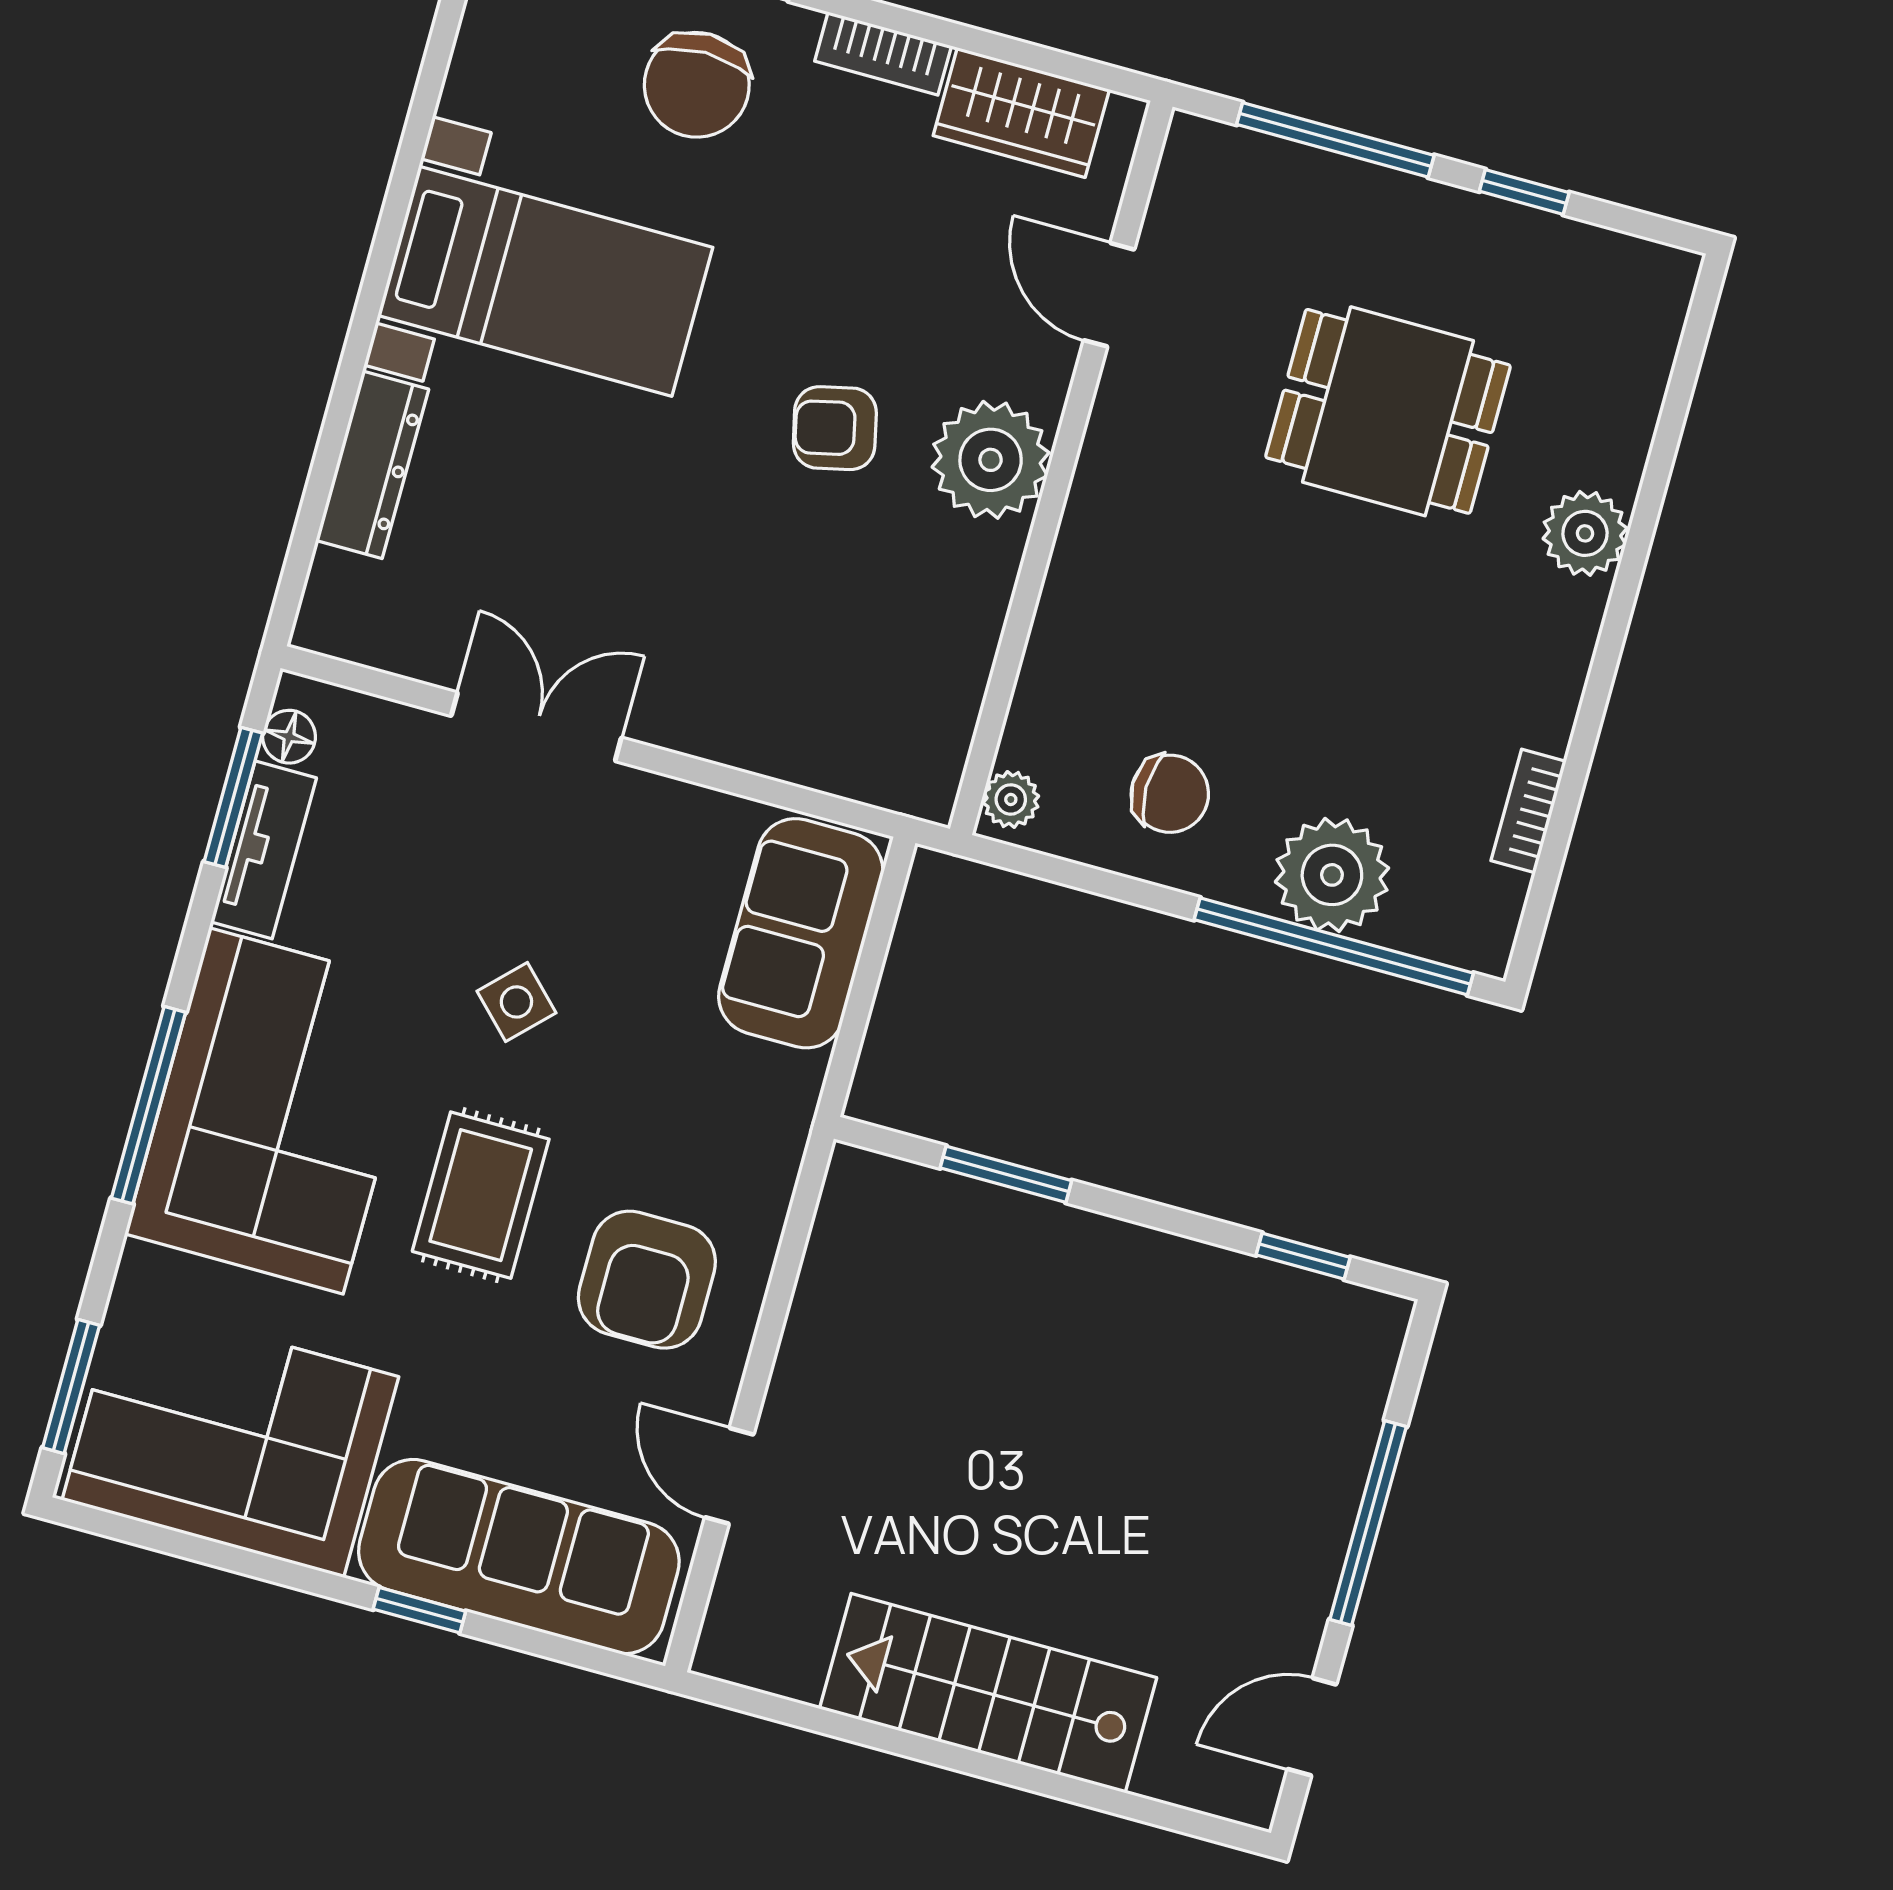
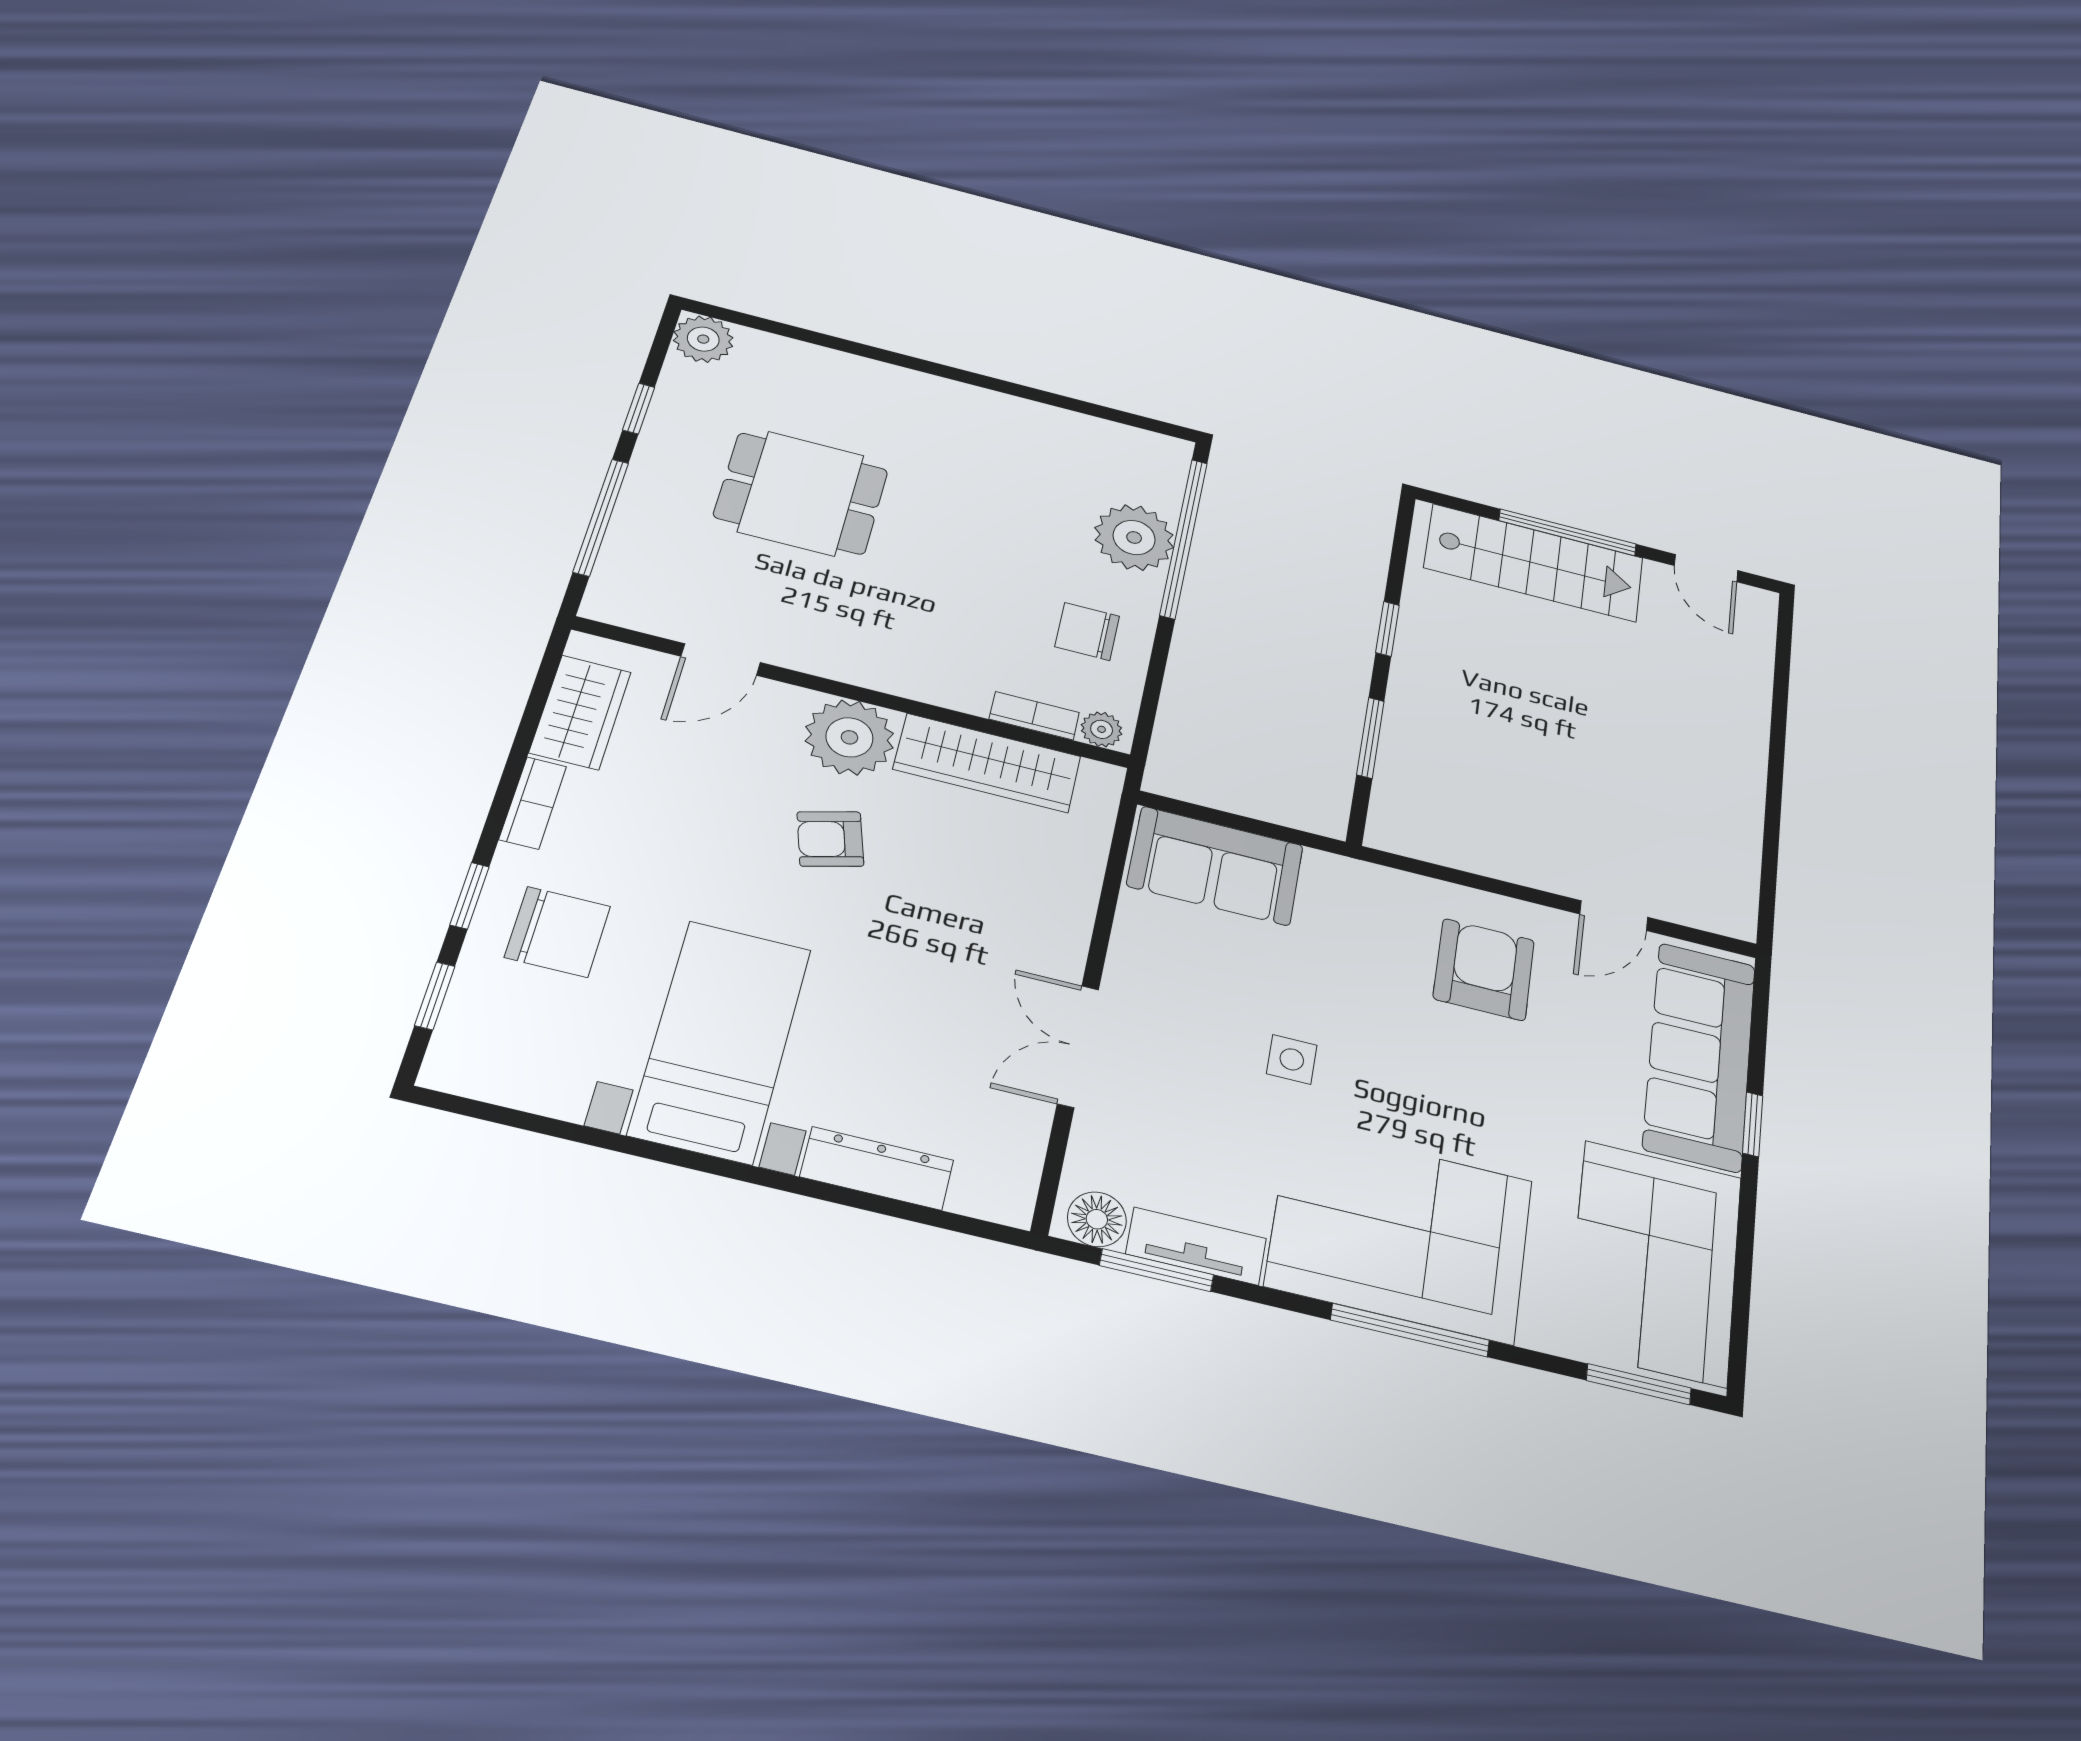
dining table: (1388, 411) -> (801, 493), turned 90
armchair: (835, 428) -> (830, 839), turned 87
plant: (1585, 533) -> (703, 339), moved
wardrobe: (955, 640) -> (987, 763), added
floor lamp: (289, 737) -> (1097, 1219), width x1.37, depth x1.37
chair: (1170, 794) -> (1087, 631), turned -90
bookcase: (1529, 811) -> (1034, 716), moved, turned 180
side table: (516, 1002) -> (1292, 1059), turned 45
rug: (481, 1195) -> (1441, 1084), removed
window: (1303, 1256) -> (1387, 629), moved
armchair: (647, 1280) -> (1484, 969), turned -90
stairs: (988, 1693) -> (1534, 563), moved, turned -90

